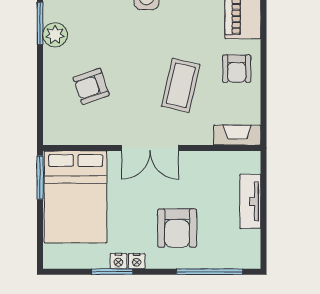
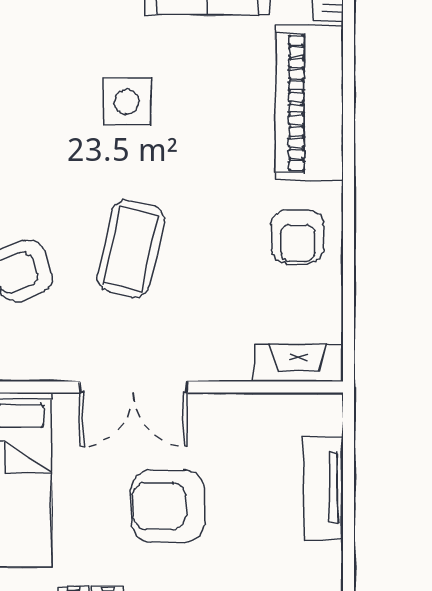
coffee table: (181, 85) -> (131, 249), moved
armchair: (177, 228) -> (168, 506), moved, turned 90

